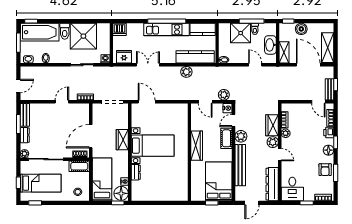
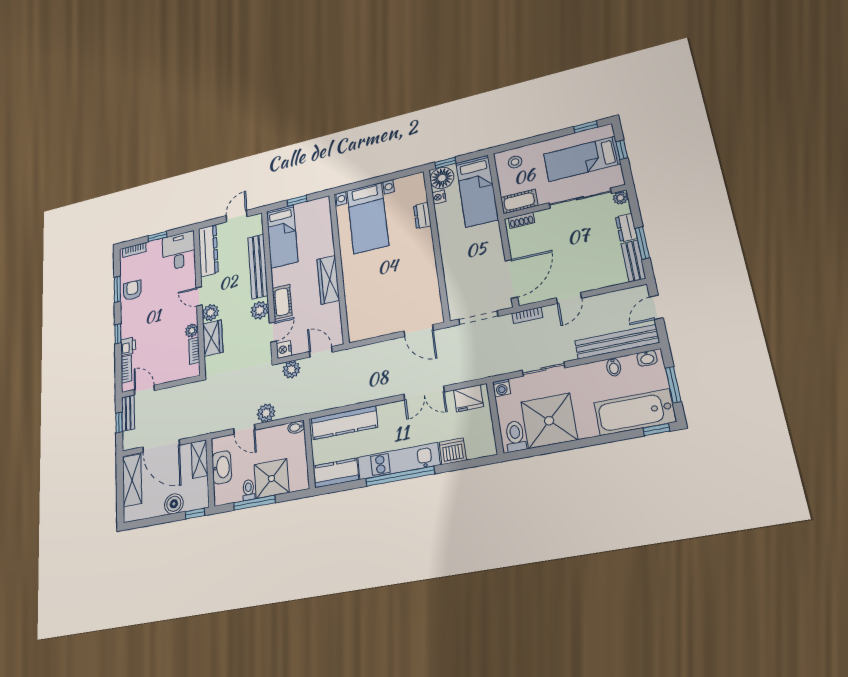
dishwasher: (120, 29) -> (453, 451), moved
toilet: (65, 31) -> (515, 436), moved
bench: (42, 72) -> (617, 342), added
plant: (186, 72) -> (266, 413), moved
door: (91, 136) -> (511, 279), moved
wardrobe: (122, 140) -> (452, 261), removed
bed with nightstands: (153, 146) -> (368, 218), moved, turned -90
floor lamp: (328, 150) -> (128, 320), removed
bed: (219, 181) -> (282, 236), width x0.67

